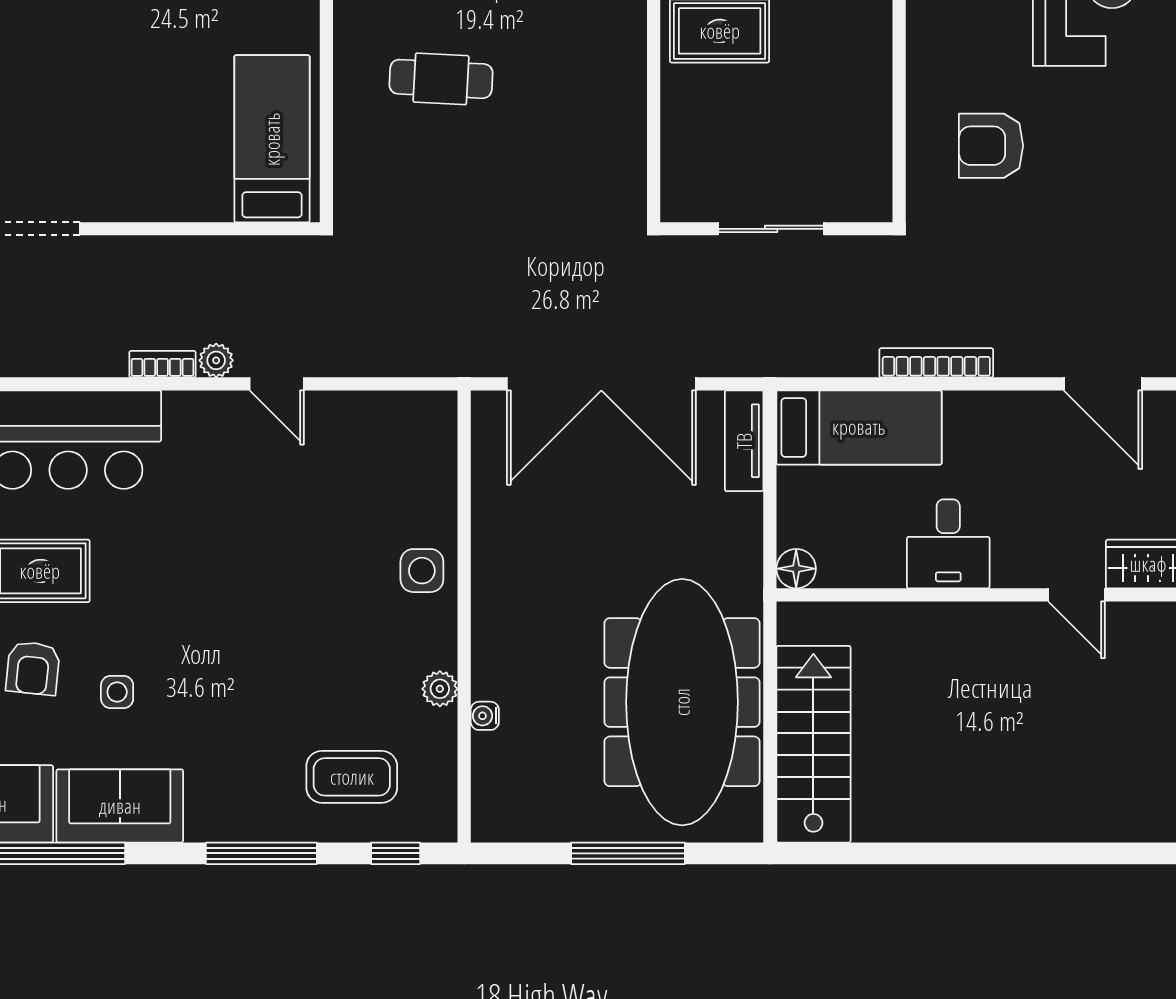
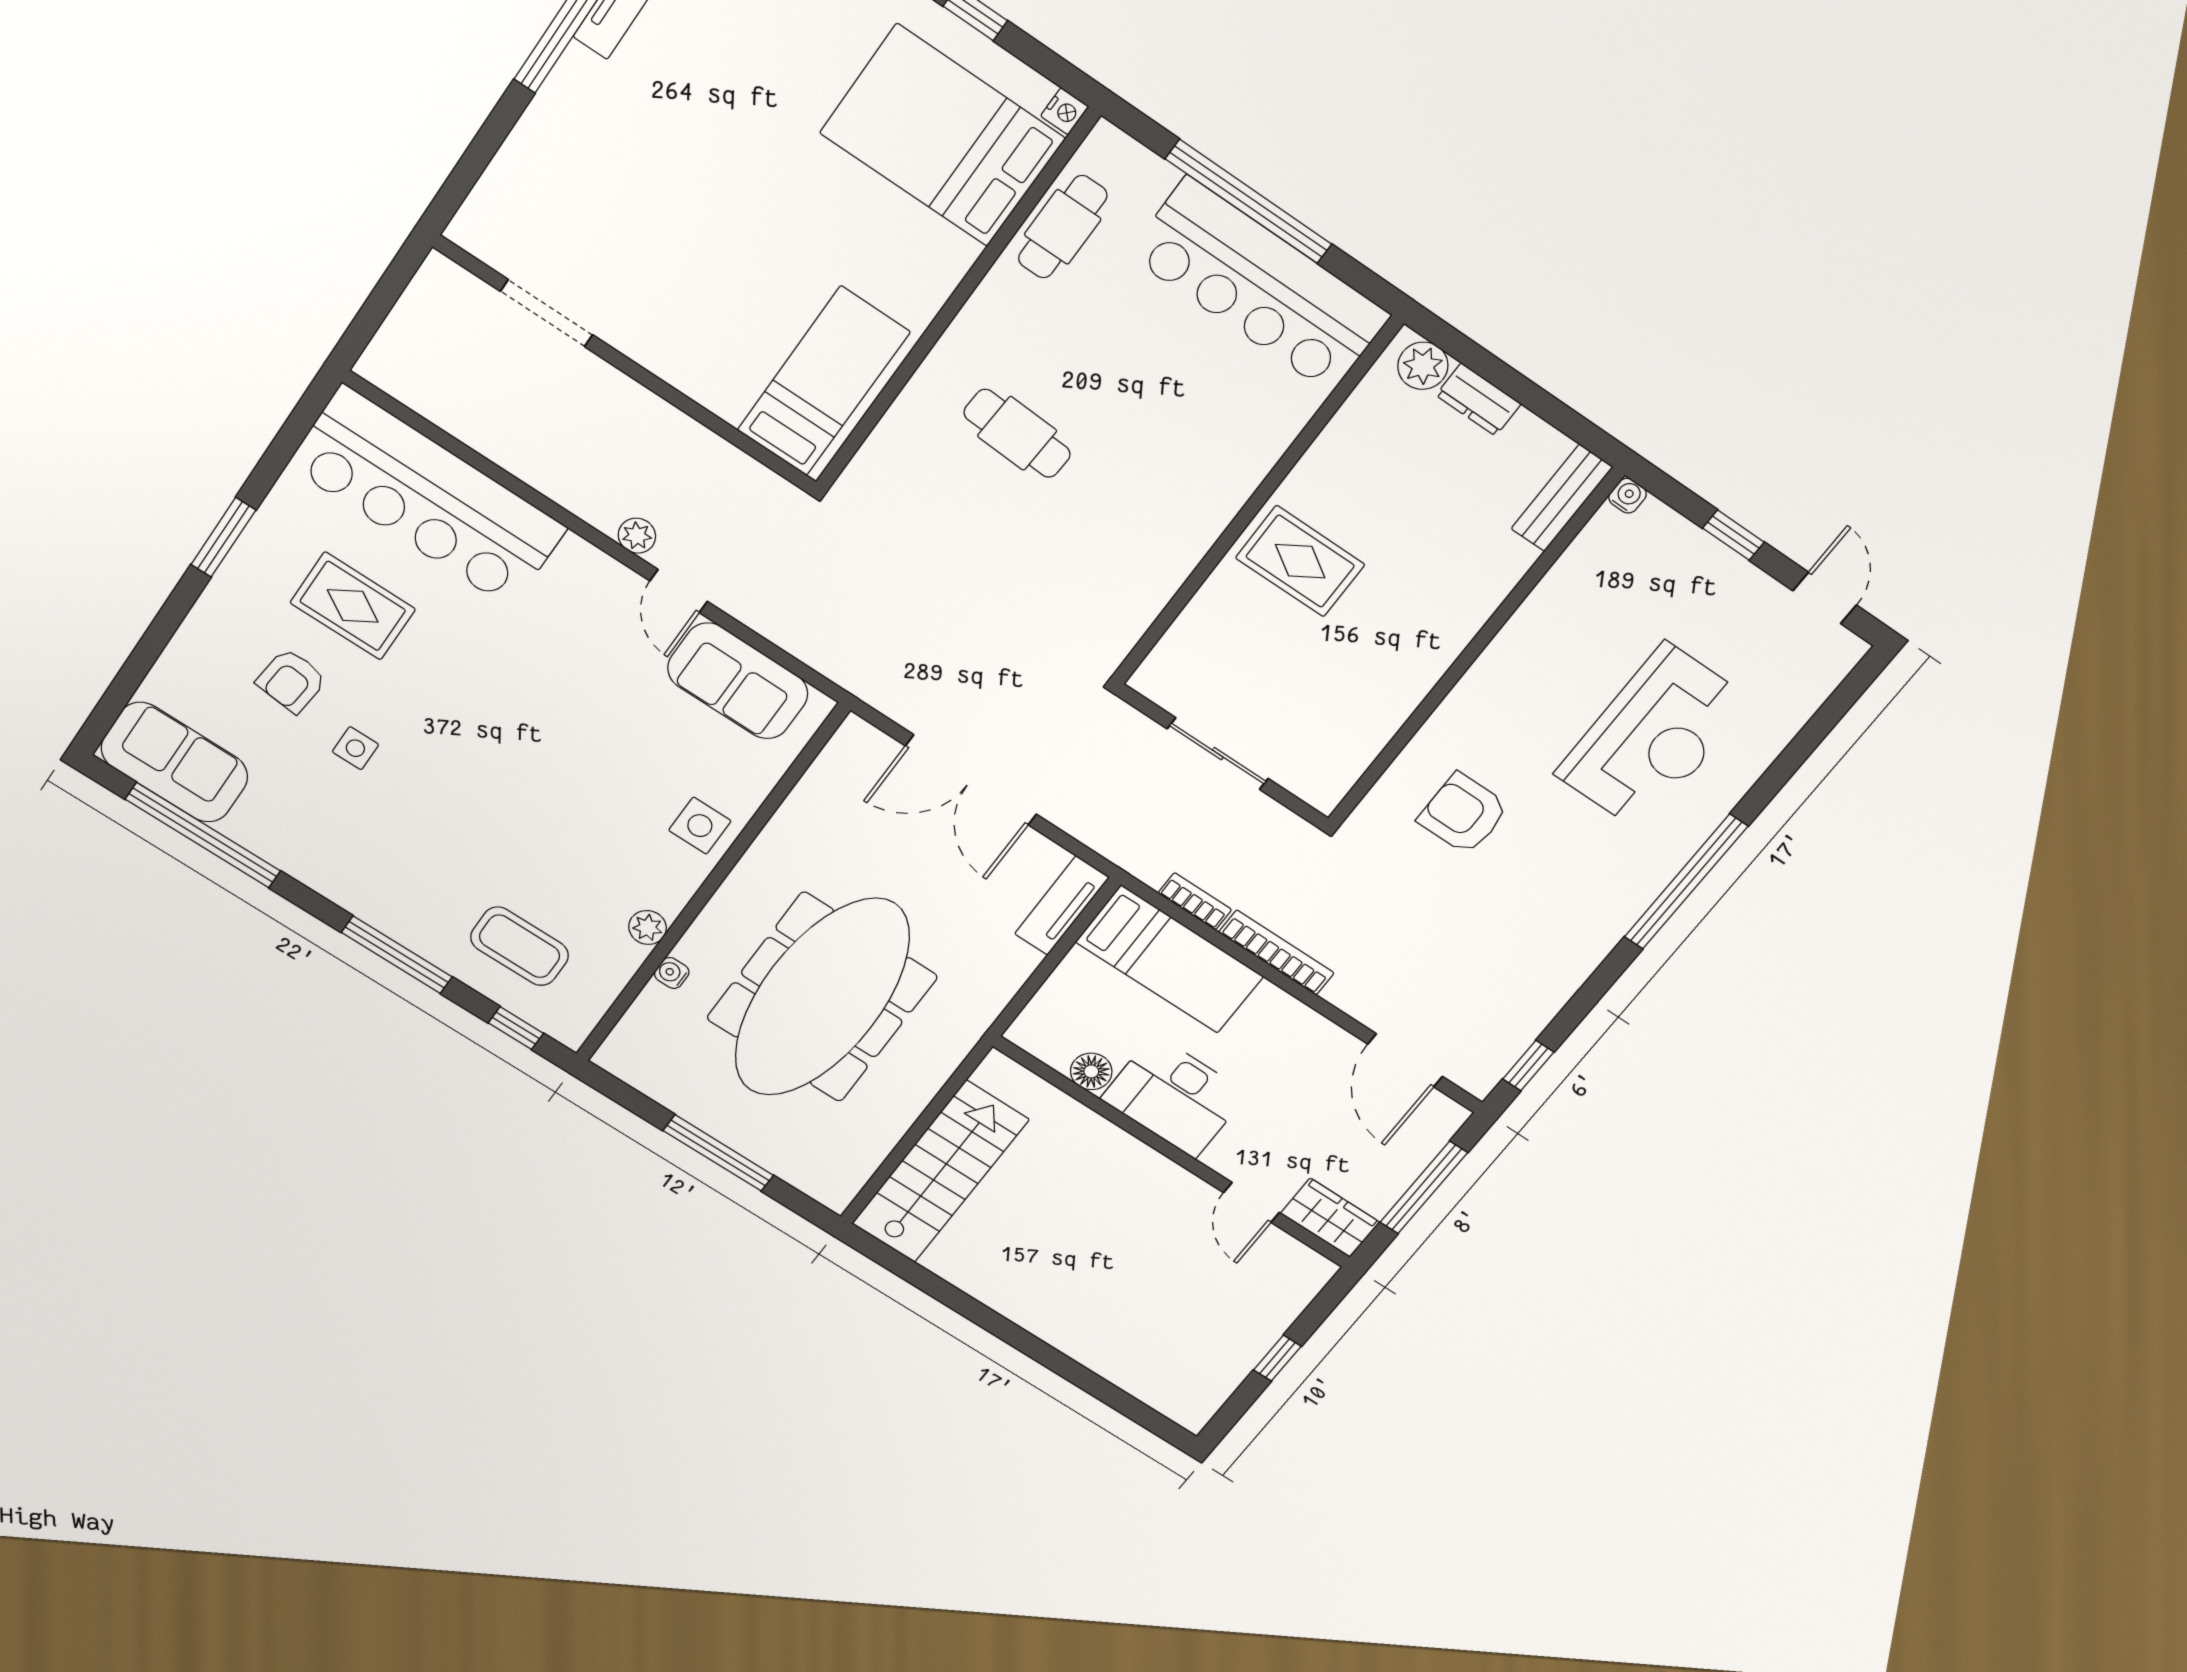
bookcase: (162, 364) -> (1195, 901), moved
double door: (601, 384) -> (971, 780), width x0.73
desk: (948, 544) -> (1174, 1096), width x1.37
floor lamp: (796, 569) -> (1091, 1071), moved
meeting table: (682, 702) -> (822, 997), moved
sofa: (120, 806) -> (738, 681), moved, turned 180

